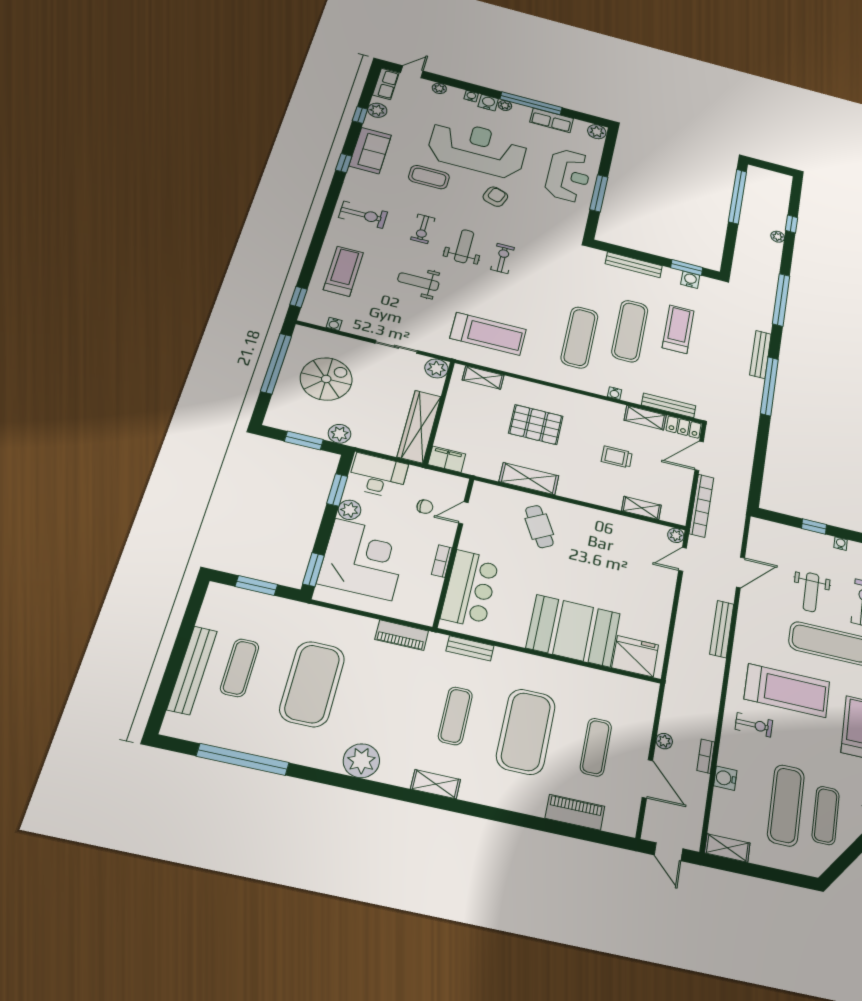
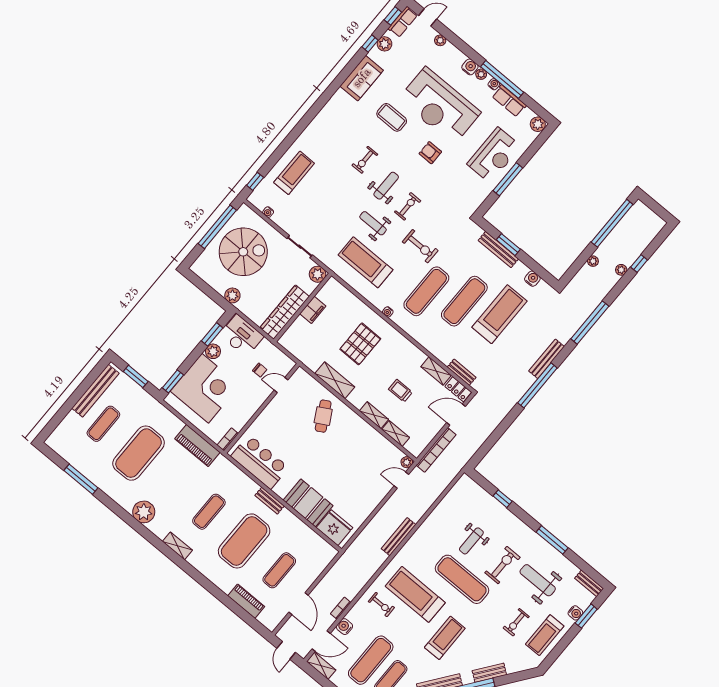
water cooler: (471, 96) -> (494, 84), moved
reception desk: (477, 149) -> (440, 106), turned 180
window: (344, 163) -> (393, 16), moved
armchair: (495, 197) -> (430, 153), turned -109
exercise bike: (363, 215) -> (420, 246), moved
window: (687, 268) -> (508, 245), moved
weight bench: (418, 282) -> (373, 223), moved
treadmill: (678, 329) -> (499, 314), width x1.37, depth x1.38
treadmill: (488, 334) -> (366, 262), turned 180
shelving: (483, 378) -> (374, 415), moved
spiral stairs: (326, 379) -> (243, 252), width x1.37, depth x1.37
water cooler: (615, 393) -> (388, 312), moved
bench: (669, 405) -> (462, 372), width x0.73
pallet: (536, 425) -> (360, 344), turned 90
window: (304, 440) -> (208, 291), removed
filing cabinet: (447, 459) -> (313, 310), moved, turned 90
water cooler: (841, 544) -> (513, 519), removed
bookcase: (442, 561) -> (228, 439), moved
door: (740, 572) -> (321, 641), moved
bar counter: (470, 589) -> (260, 462), moved, turned -90
booth: (573, 631) -> (308, 503), width x0.73, depth x0.70
piano: (402, 635) -> (197, 446), width x1.37, depth x1.33
bench: (470, 648) -> (270, 501), moved
bench: (192, 670) -> (95, 391), moved
treadmill: (787, 690) -> (415, 594), turned 180
plant: (664, 741) -> (593, 261), moved
window: (243, 759) -> (81, 479), width x0.68

